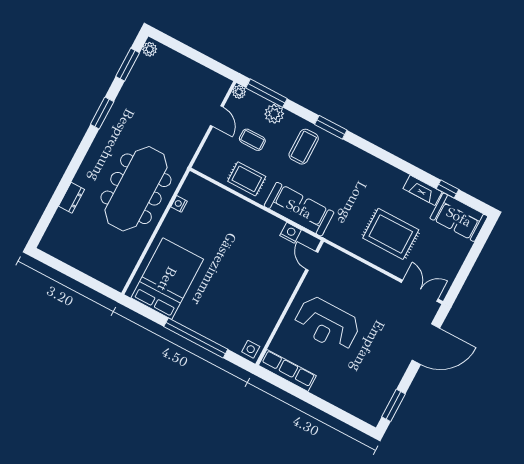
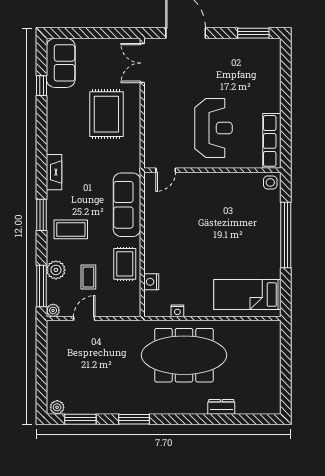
fireplace: (422, 190) -> (54, 172), moved
nightstand: (291, 233) -> (151, 282), moved
bed: (167, 279) -> (247, 295), width x0.67

